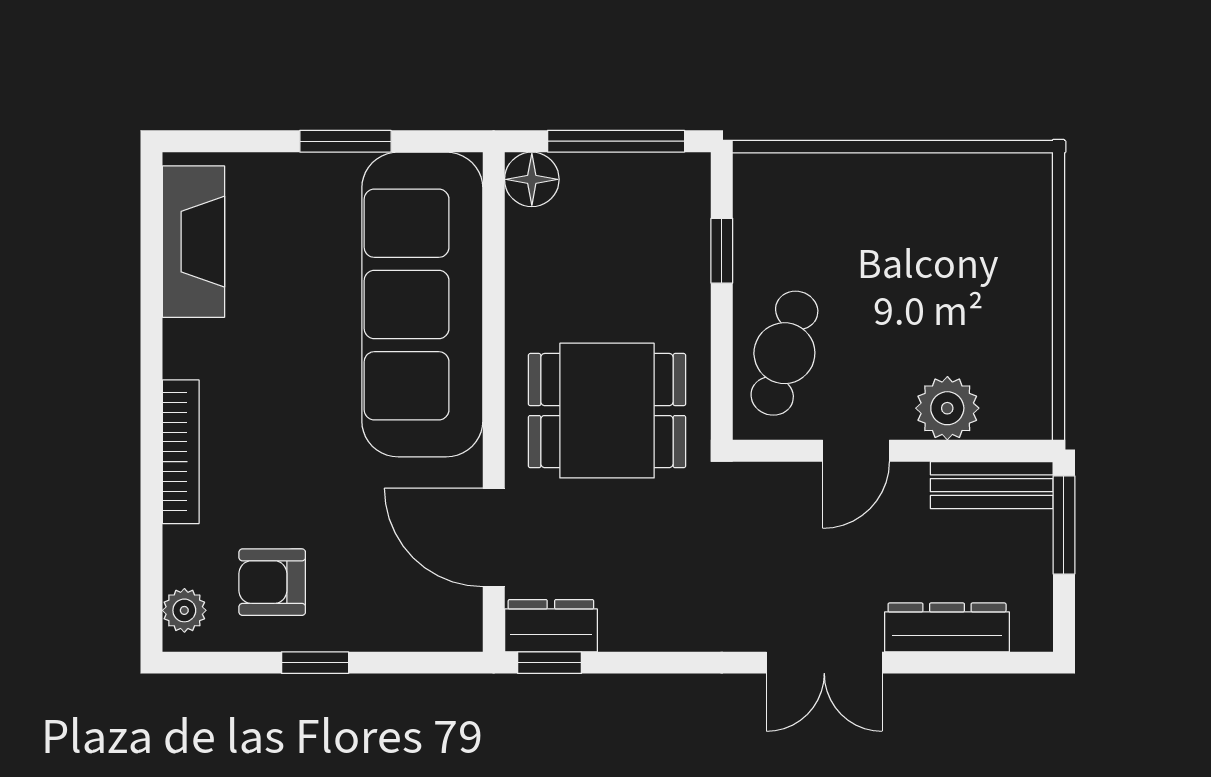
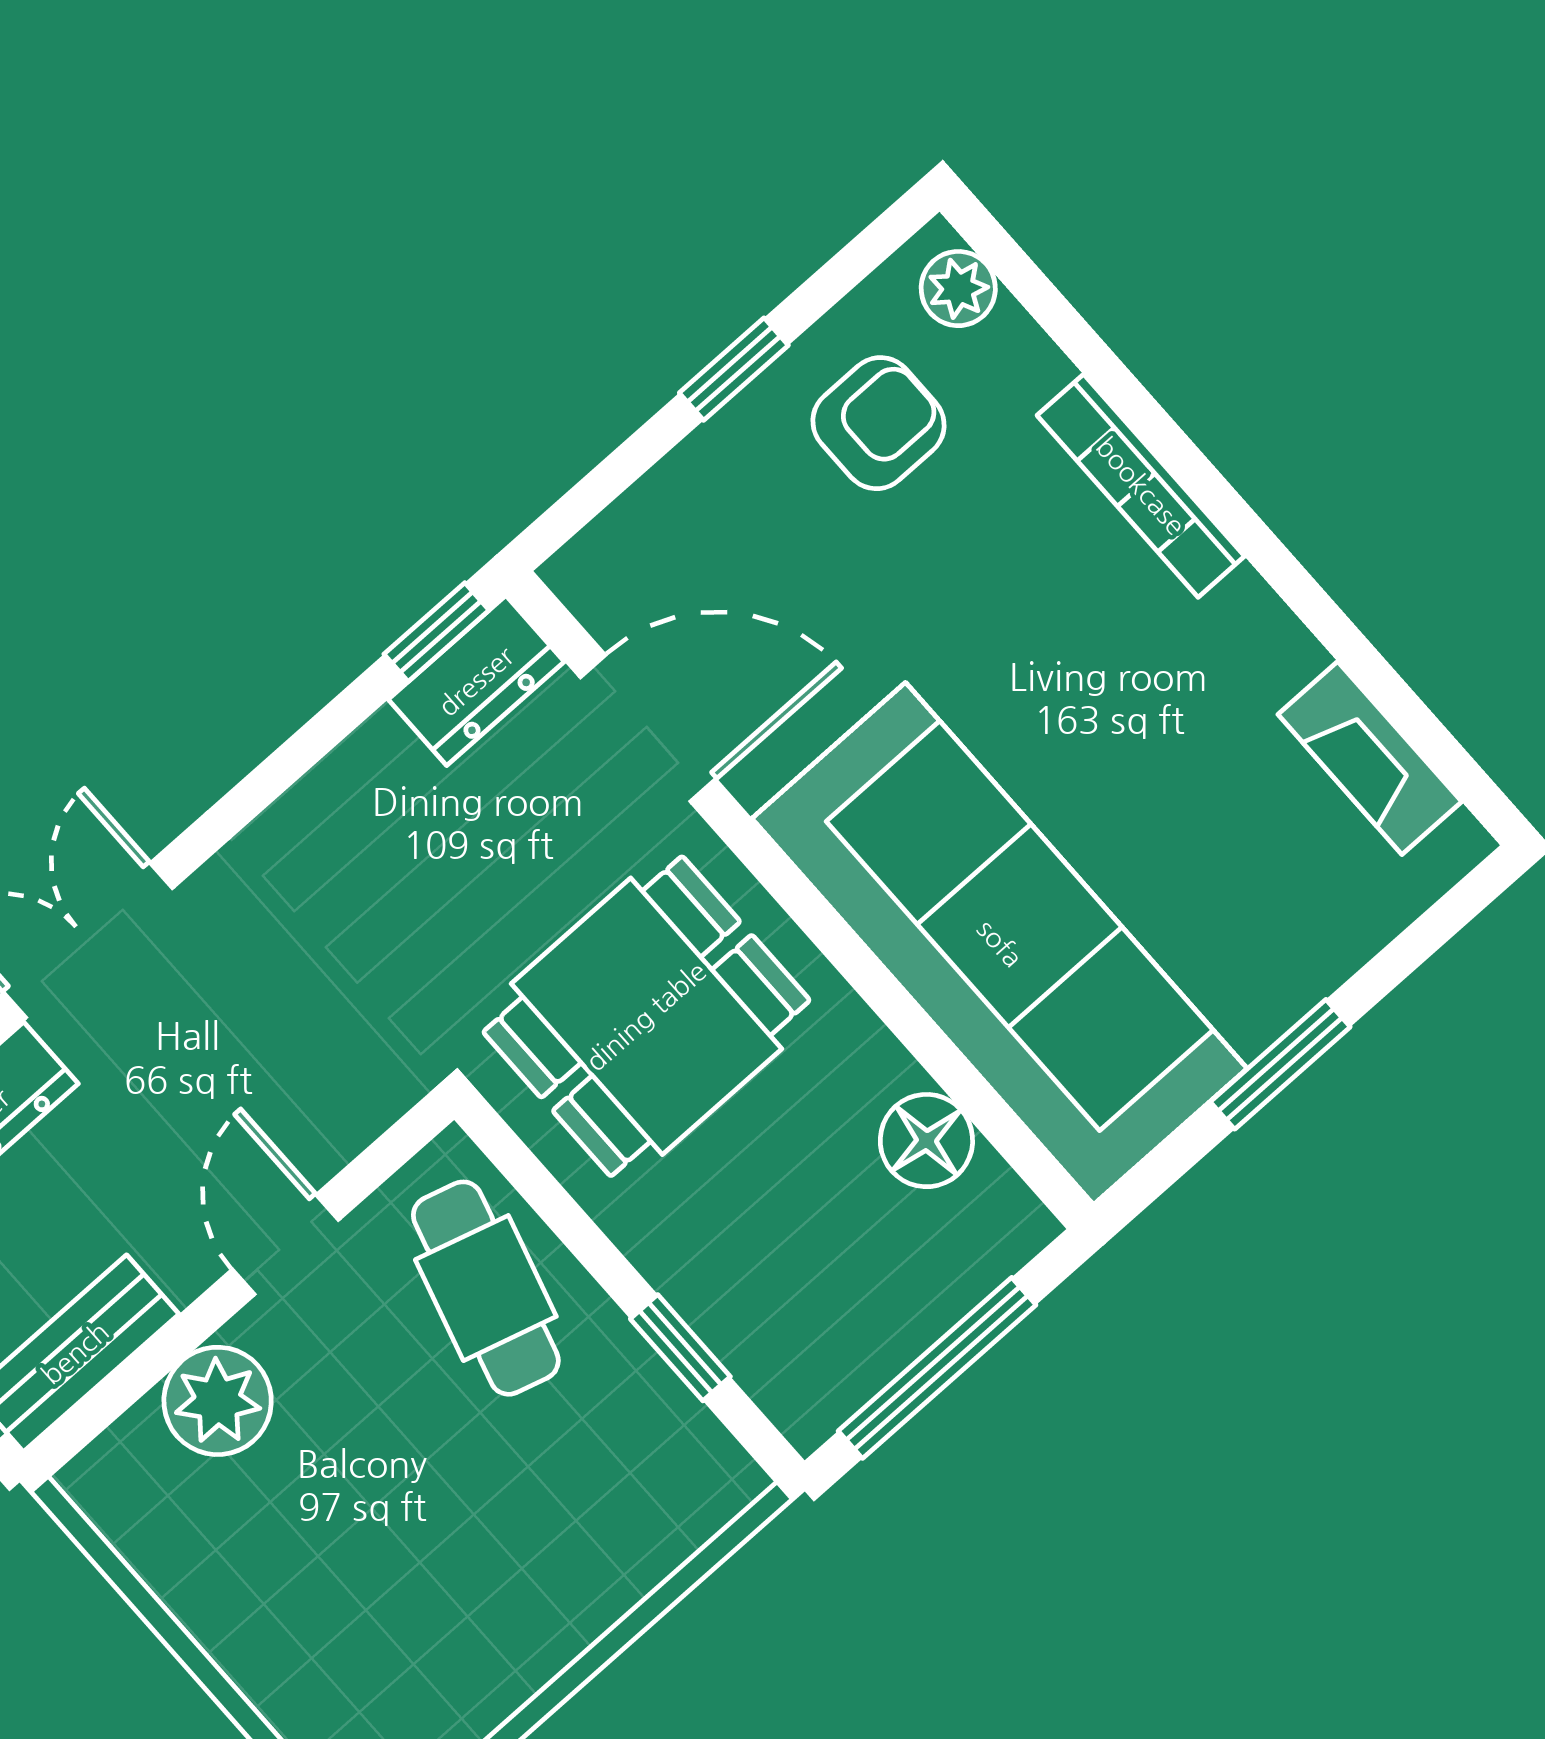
floor lamp: (532, 179) -> (926, 1141), moved
fireplace: (193, 242) -> (1370, 758), width x0.73, depth x0.76

